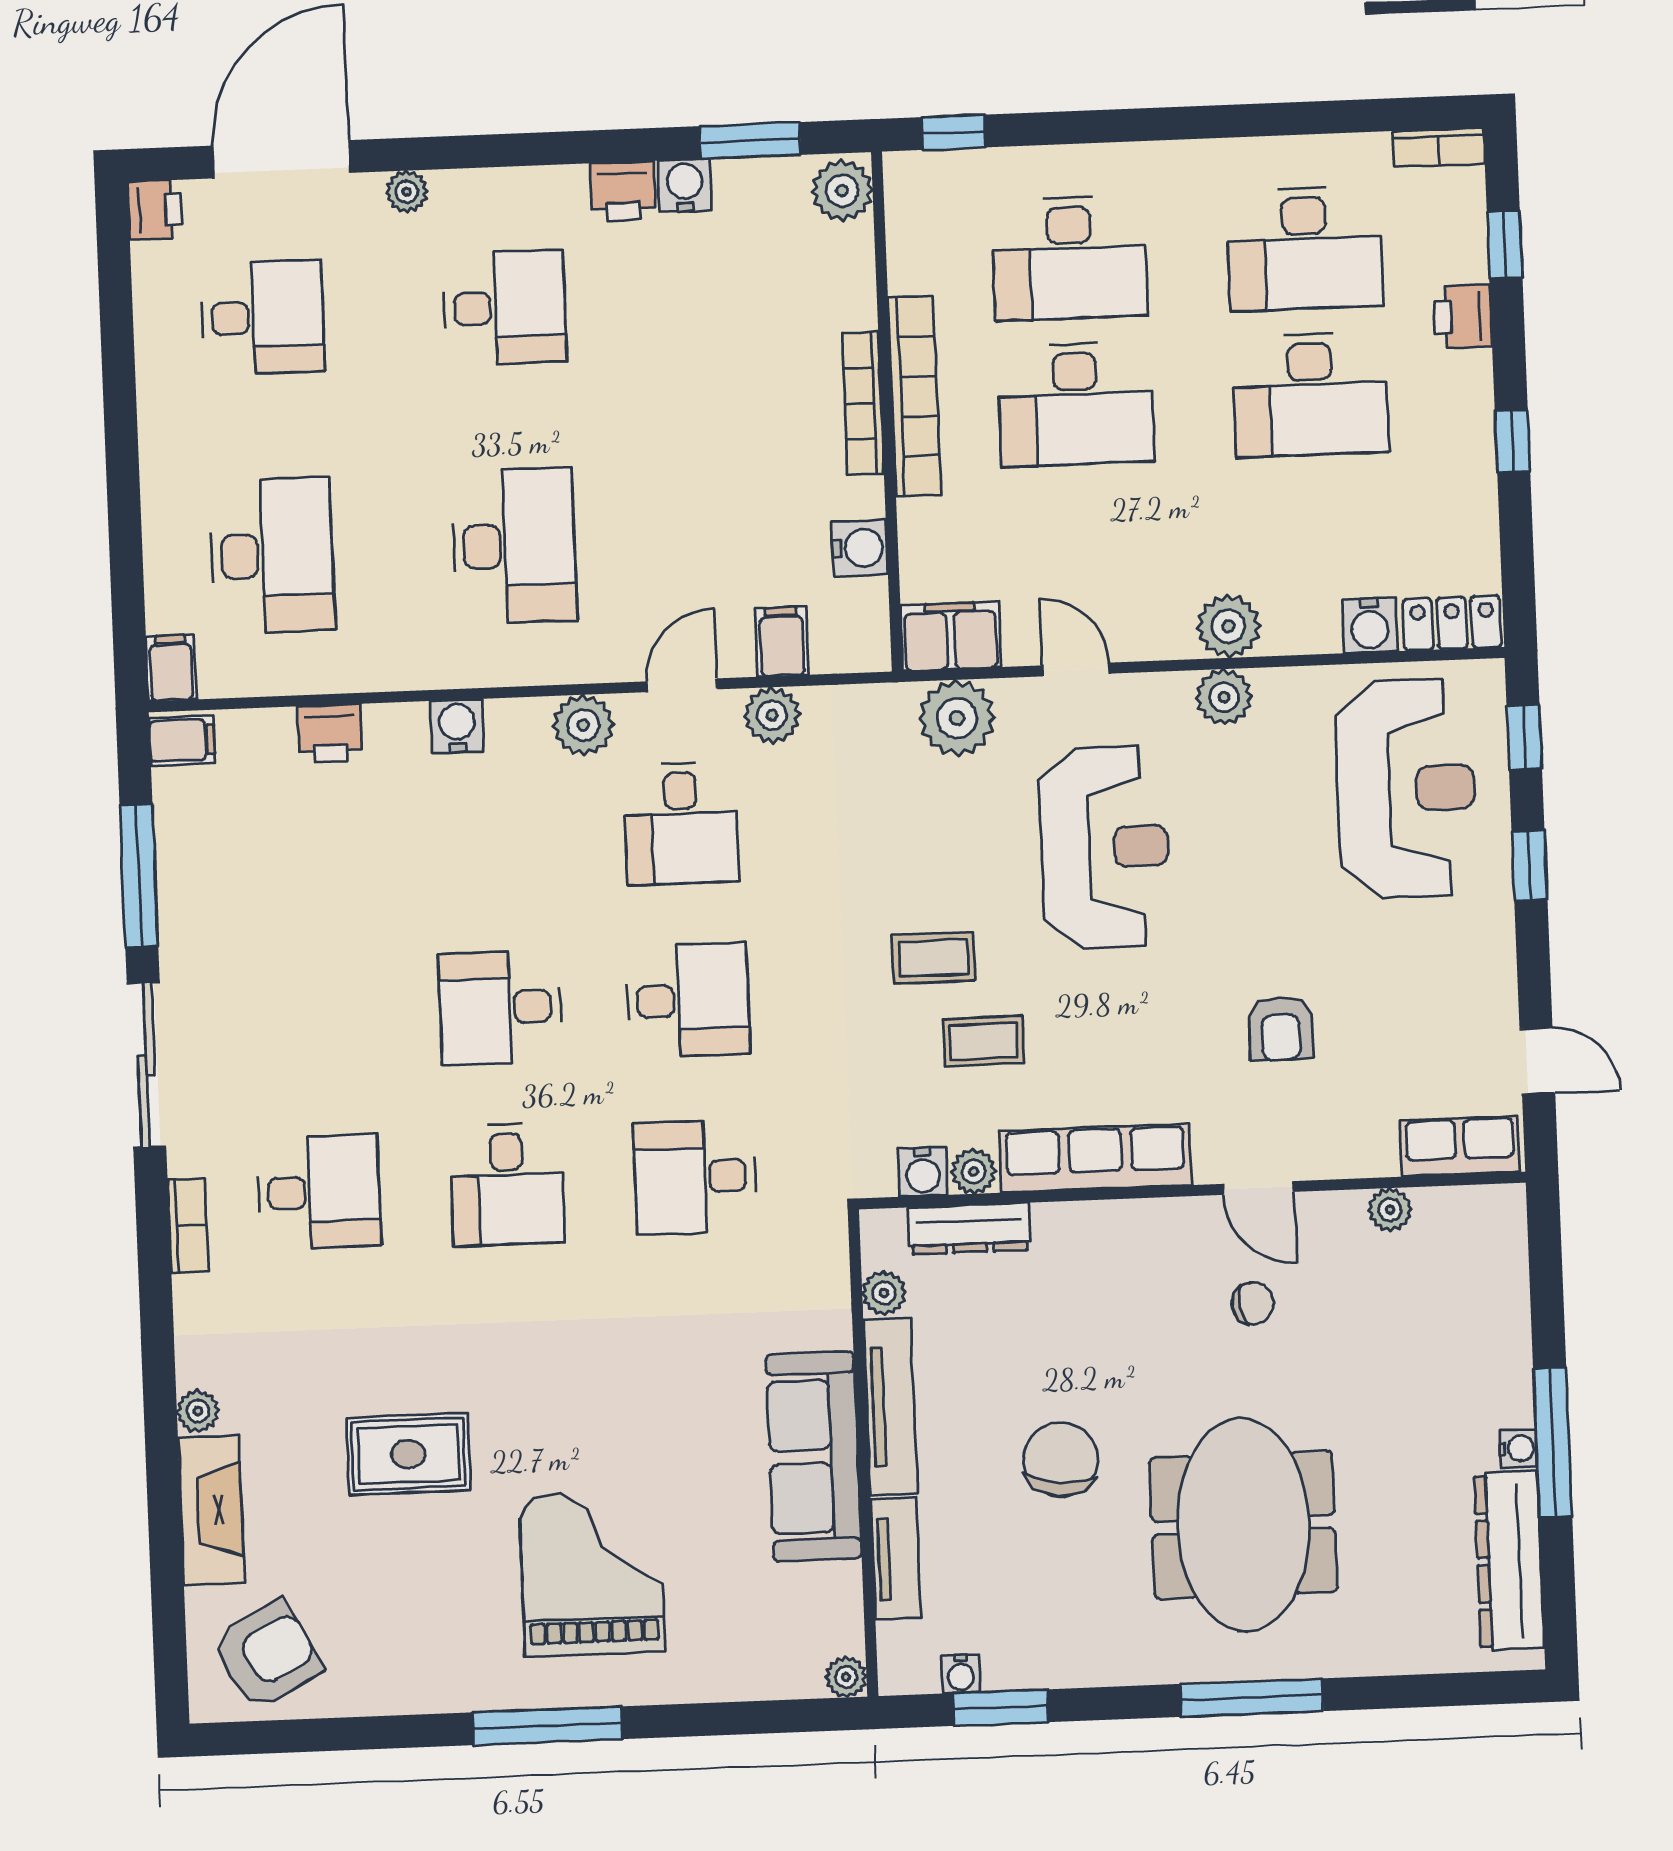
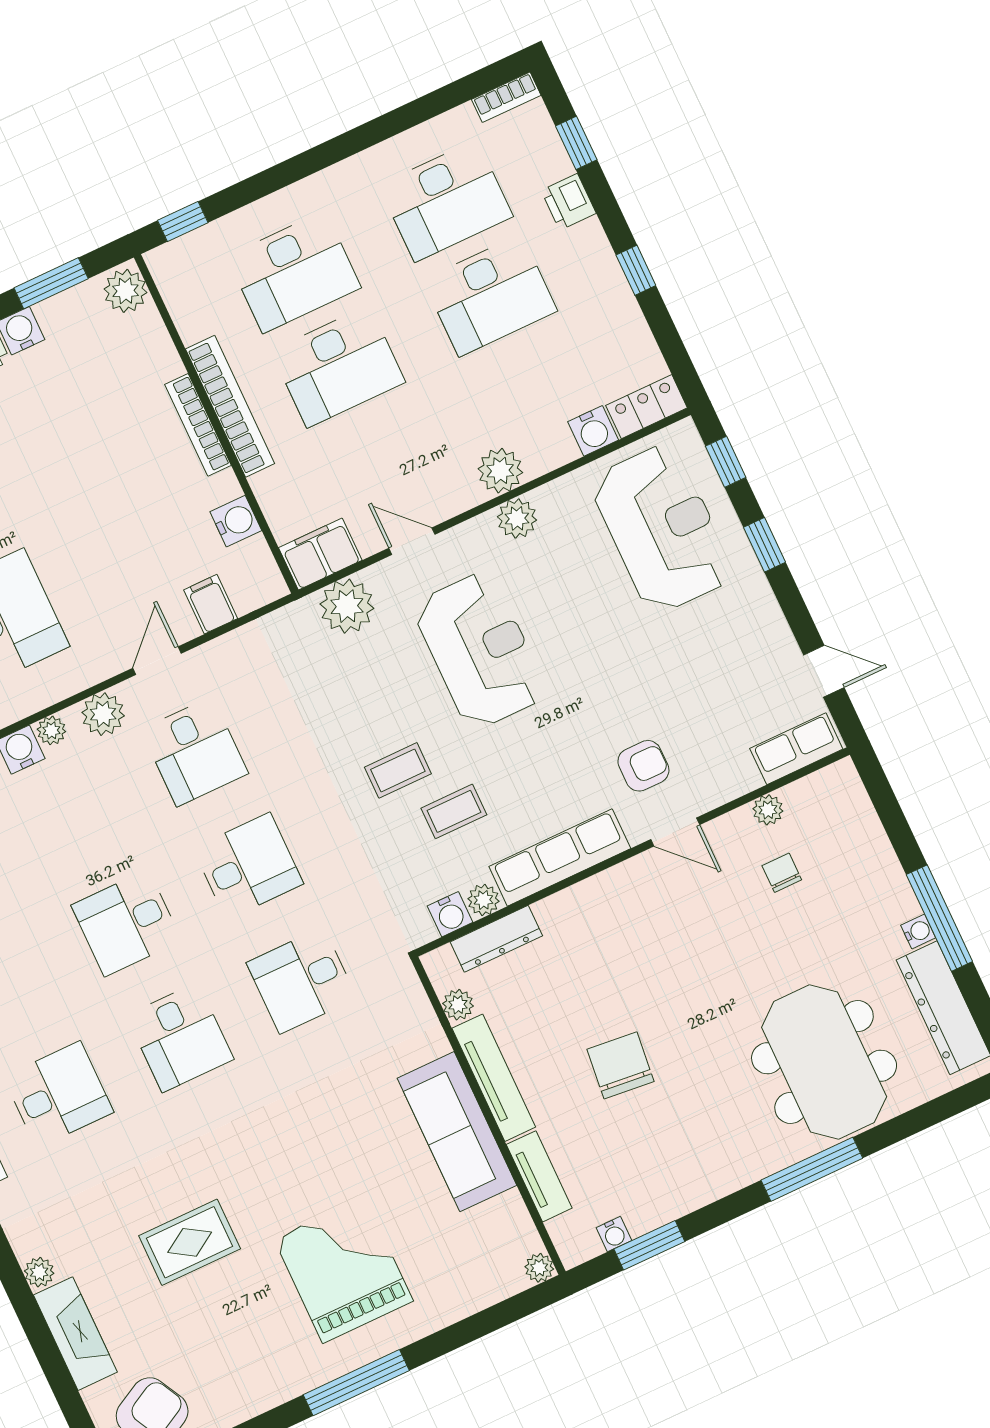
plant: (772, 715) -> (51, 730), moved, width x0.73, depth x0.73
armchair: (1281, 1029) -> (643, 766), moved, turned -90
chair: (1253, 1303) -> (782, 873), moved, turned -80
meeting table: (1243, 1525) -> (824, 1062), moved

